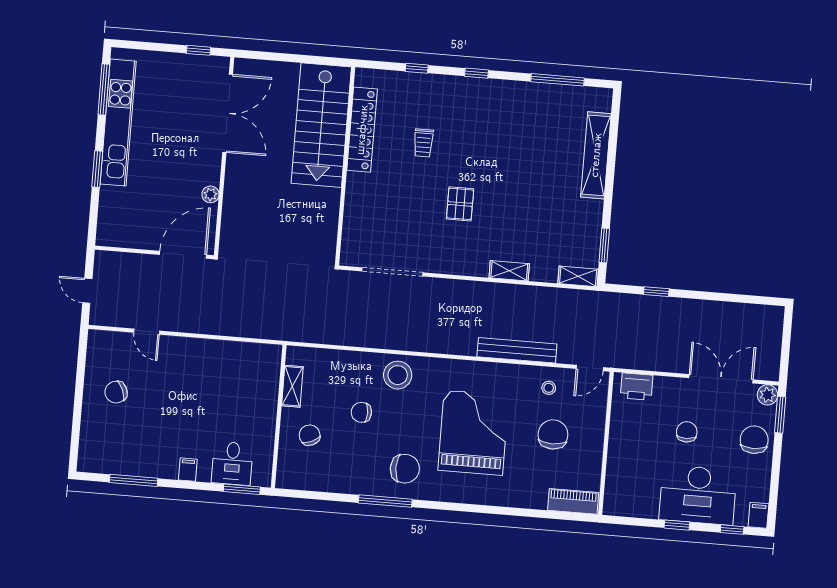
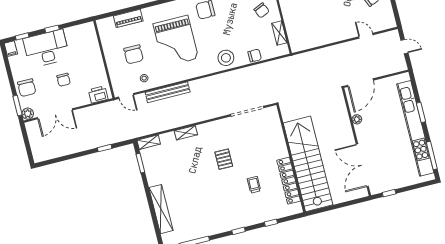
kitchen unit: (118, 123) -> (415, 128), width x1.36
stairs: (321, 125) -> (308, 164), width x1.36
door: (590, 368) -> (126, 96), swing flipped
chair: (361, 412) -> (255, 56), moved
piano: (573, 501) -> (128, 18), moved

